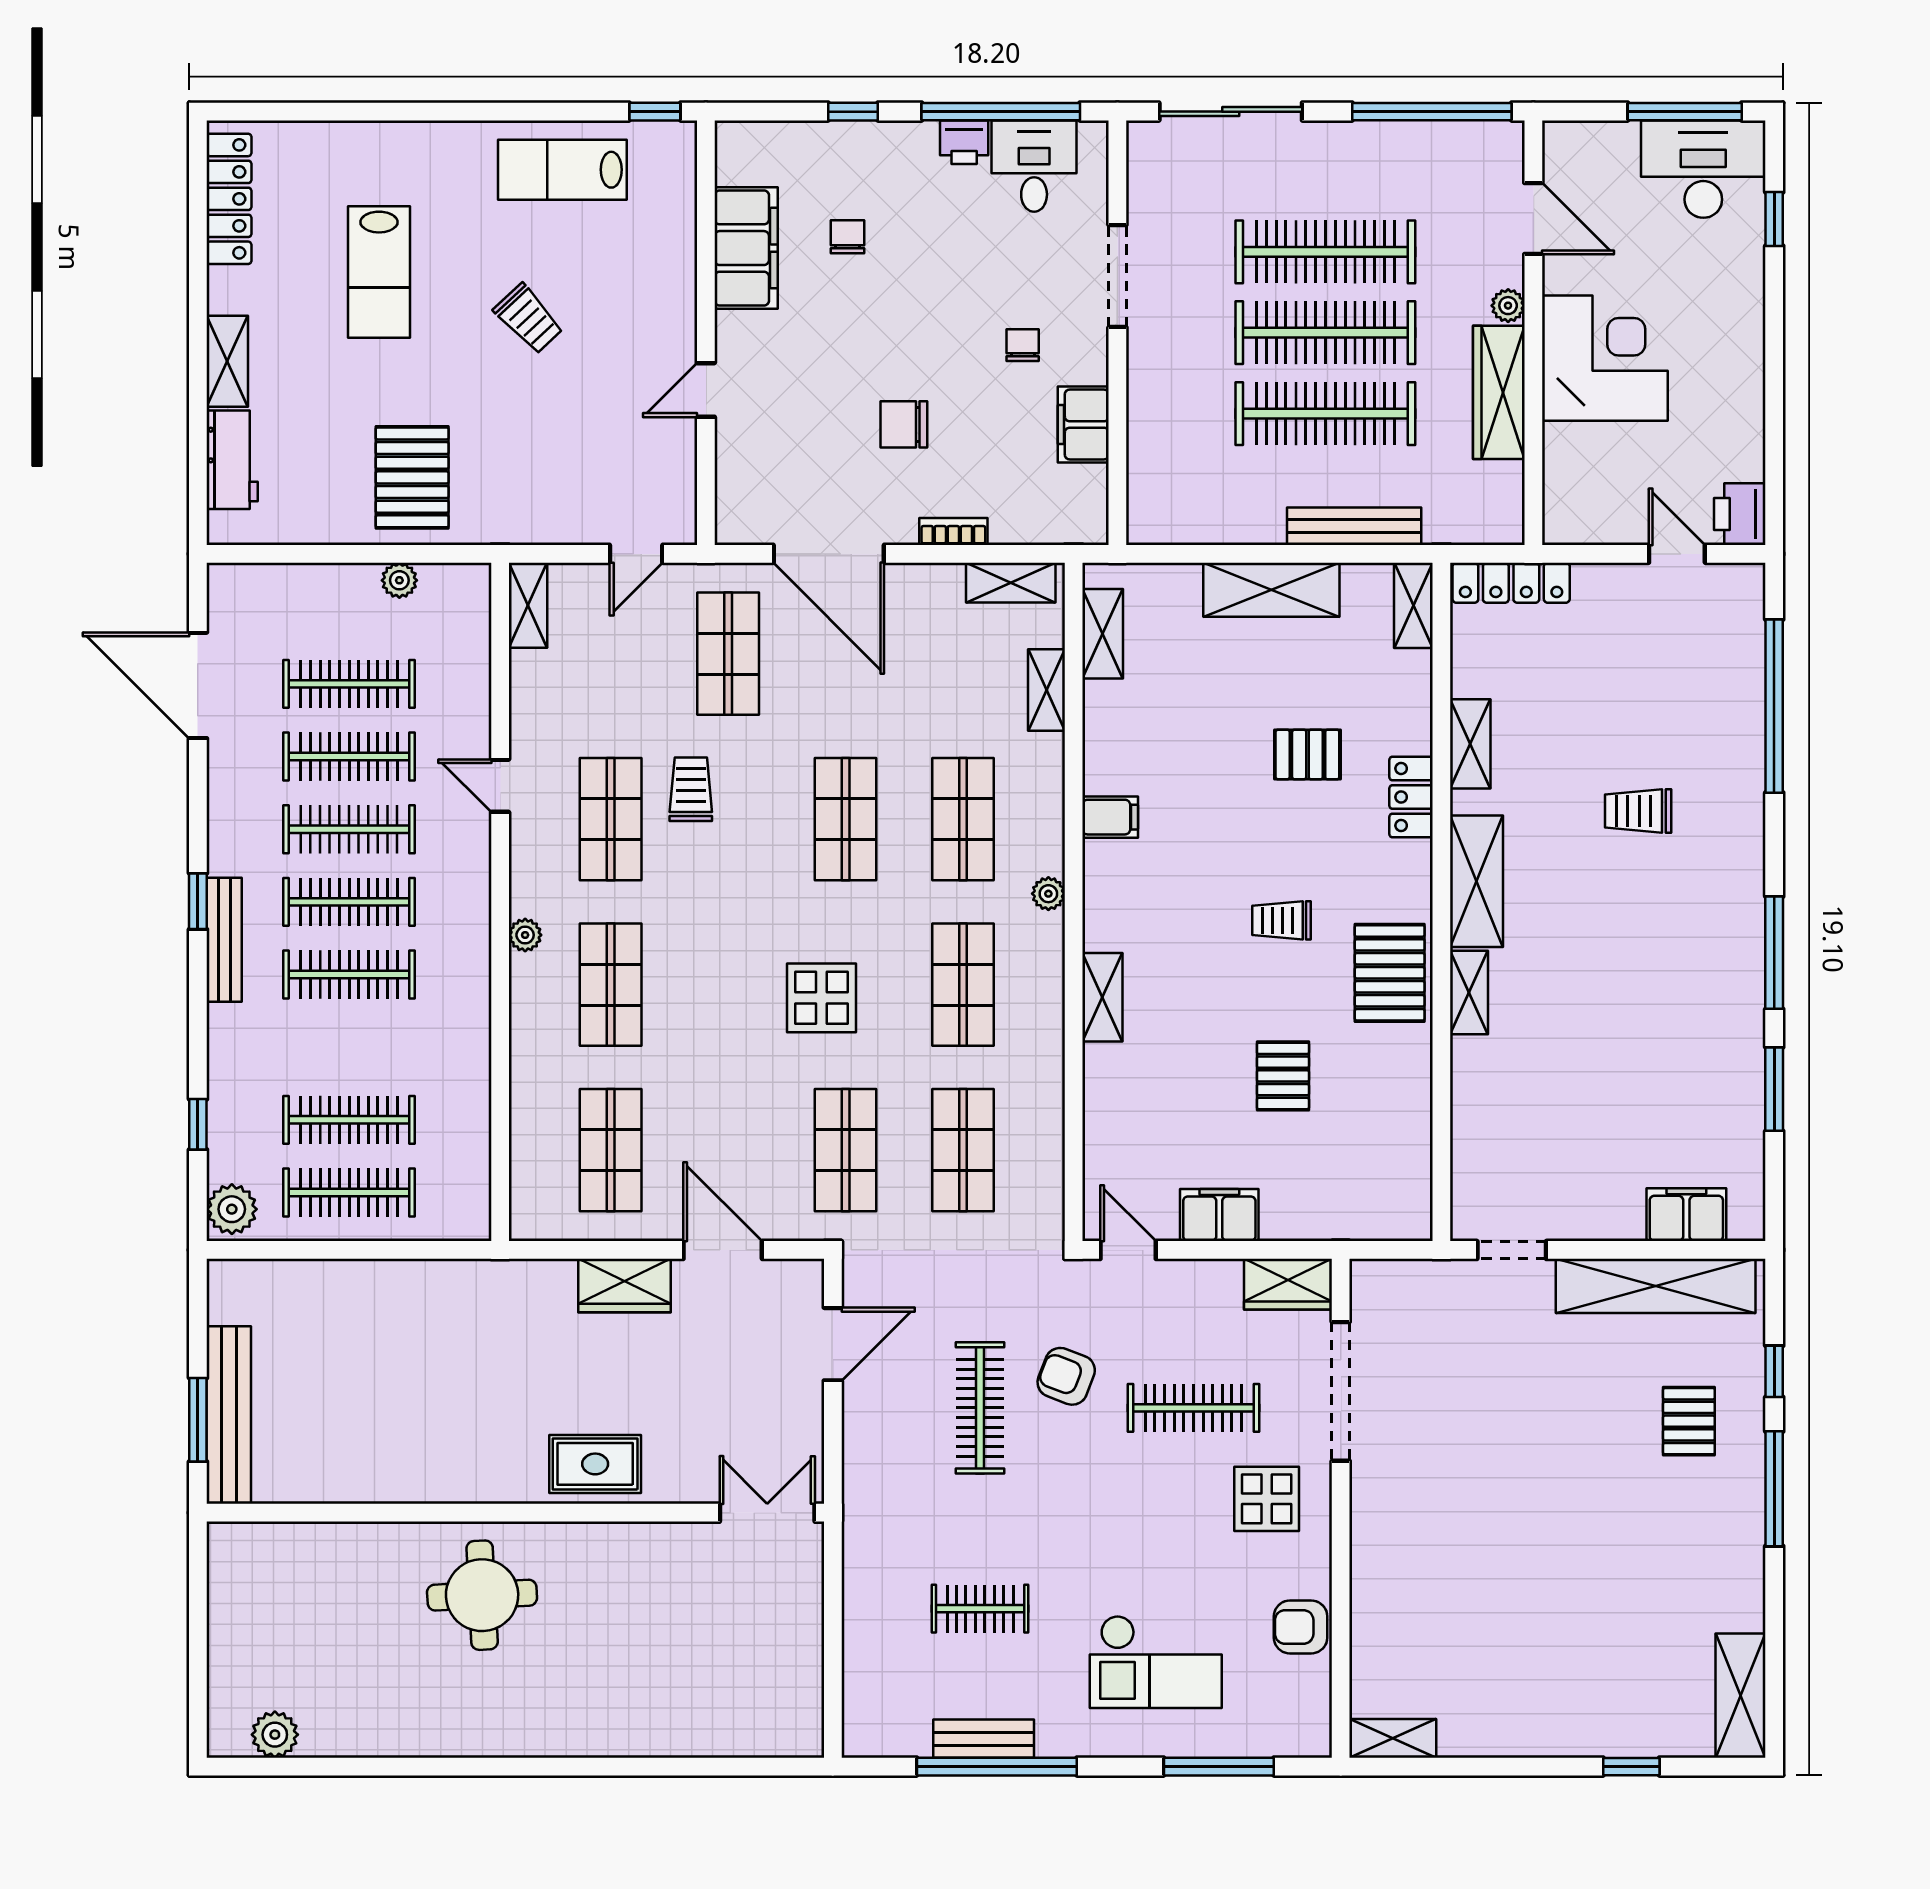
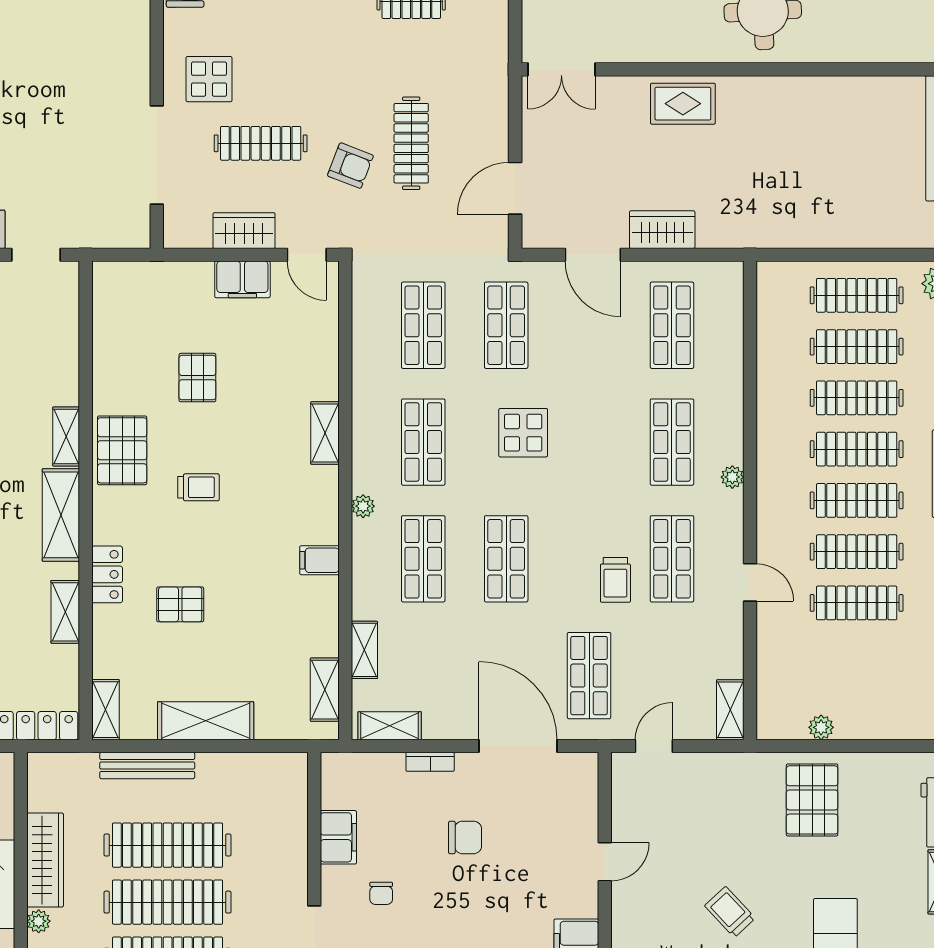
clothes rail: (349, 684) -> (857, 398), moved
wardrobe: (1288, 1284) -> (244, 231), moved

